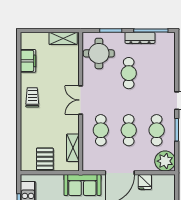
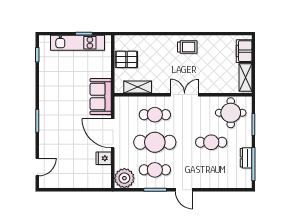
dresser: (140, 38) -> (246, 158), width x0.70
filing cabinet: (28, 61) -> (244, 51), moved, turned 90
cafe table: (129, 130) -> (155, 142), width x1.37, depth x1.35

